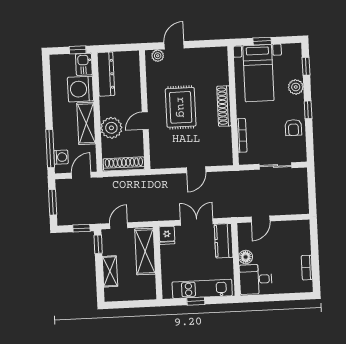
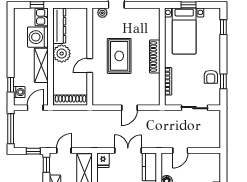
plant: (296, 87) -> (214, 44), removed
window: (308, 110) -> (223, 81), moved
plant: (111, 128) -> (62, 54), moved
window: (50, 149) -> (11, 85), width x0.46
window: (53, 202) -> (11, 129), width x1.44

